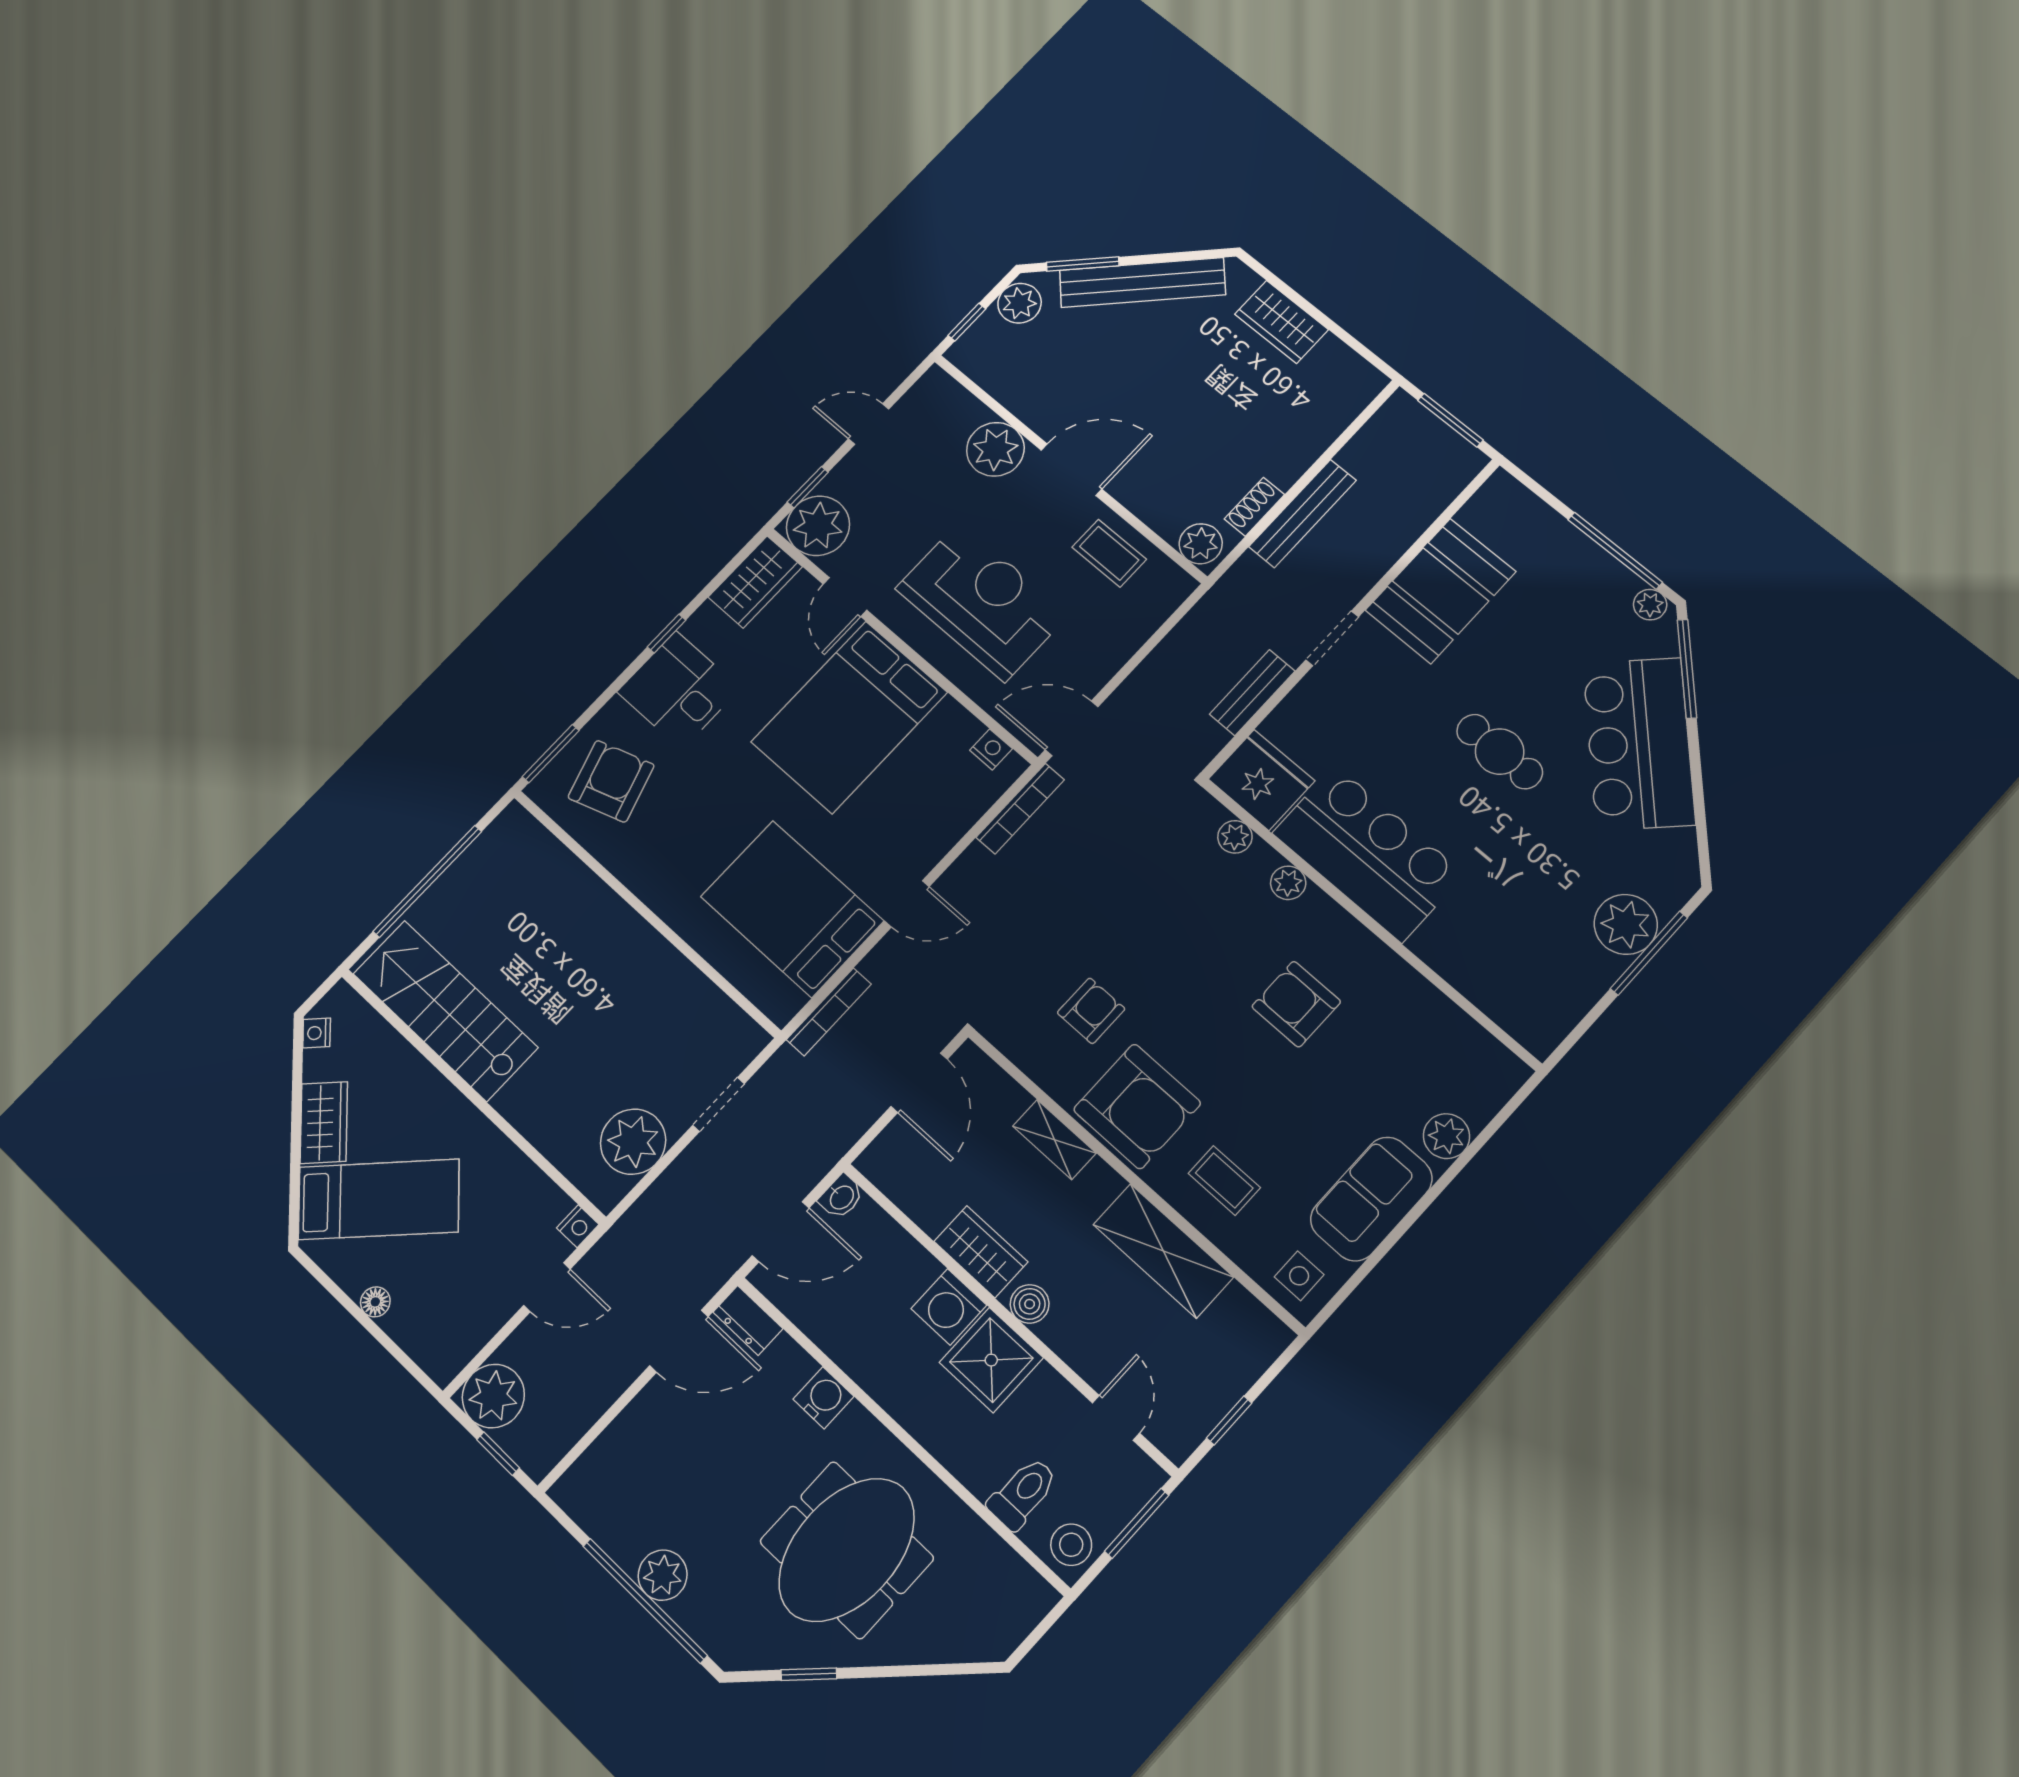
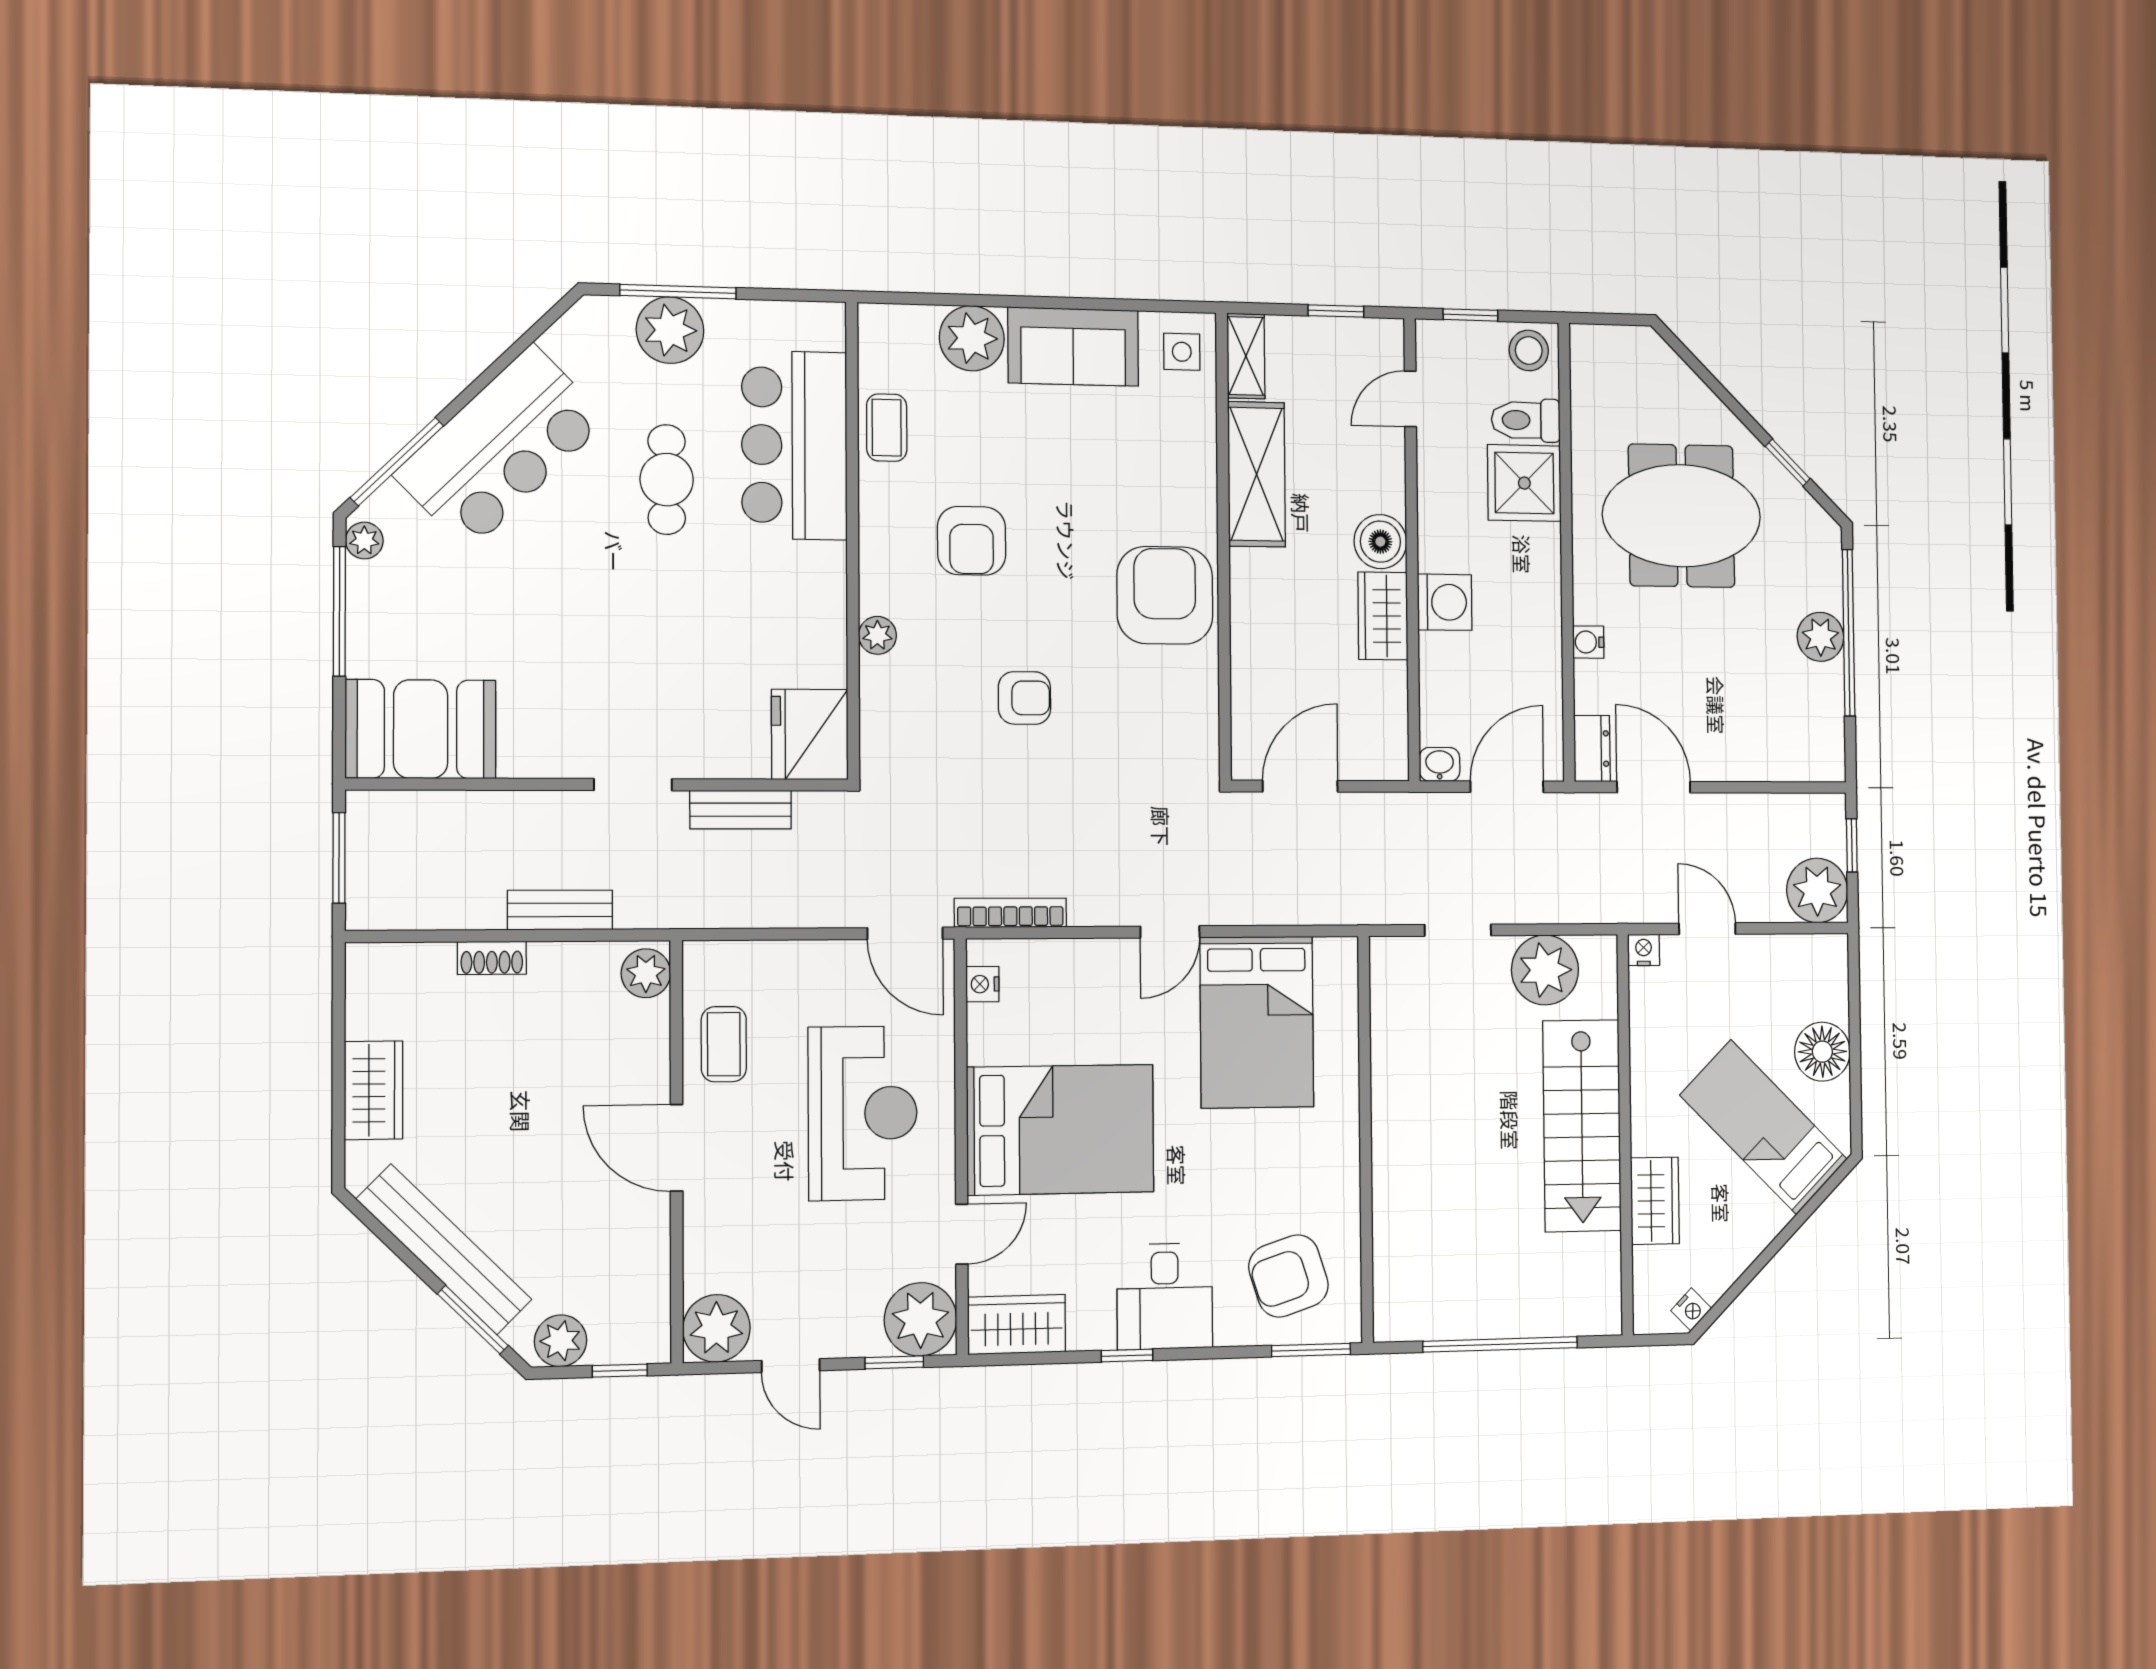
plant: (995, 449) -> (716, 1328), moved
shoe rack: (1254, 507) -> (492, 958), moved
bench: (1303, 514) -> (560, 910), width x0.73
booth: (1441, 591) -> (421, 729), moved
reception desk: (982, 602) -> (863, 1113), turned 180
cafe table: (1500, 752) -> (667, 480), moved
plant: (1235, 837) -> (877, 713), removed
bar counter: (1368, 853) -> (794, 445), moved
door: (907, 904) -> (1170, 932), swing flipped
stairs: (445, 1011) -> (1582, 1126), moved
armchair: (1091, 1011) -> (1024, 698), moved, turned 180
bookcase: (829, 1012) -> (1310, 912), removed
wardrobe: (324, 1123) -> (1655, 1201), moved, turned 135
plant: (1446, 1136) -> (972, 338), width x1.36, depth x1.36
shelving: (1054, 1140) -> (1246, 356), moved
coffee table: (1224, 1180) -> (887, 428), moved
door: (781, 1232) -> (1507, 787), hinge flipped
floor lamp: (375, 1302) -> (1822, 1052), width x1.89, depth x1.89
boiler: (1030, 1304) -> (1380, 542), width x1.36, depth x1.36
shower: (991, 1360) -> (1524, 483), moved
water cooler: (823, 1398) -> (1588, 642), width x0.72, depth x0.72
window: (1137, 1523) -> (1470, 315), width x0.67

